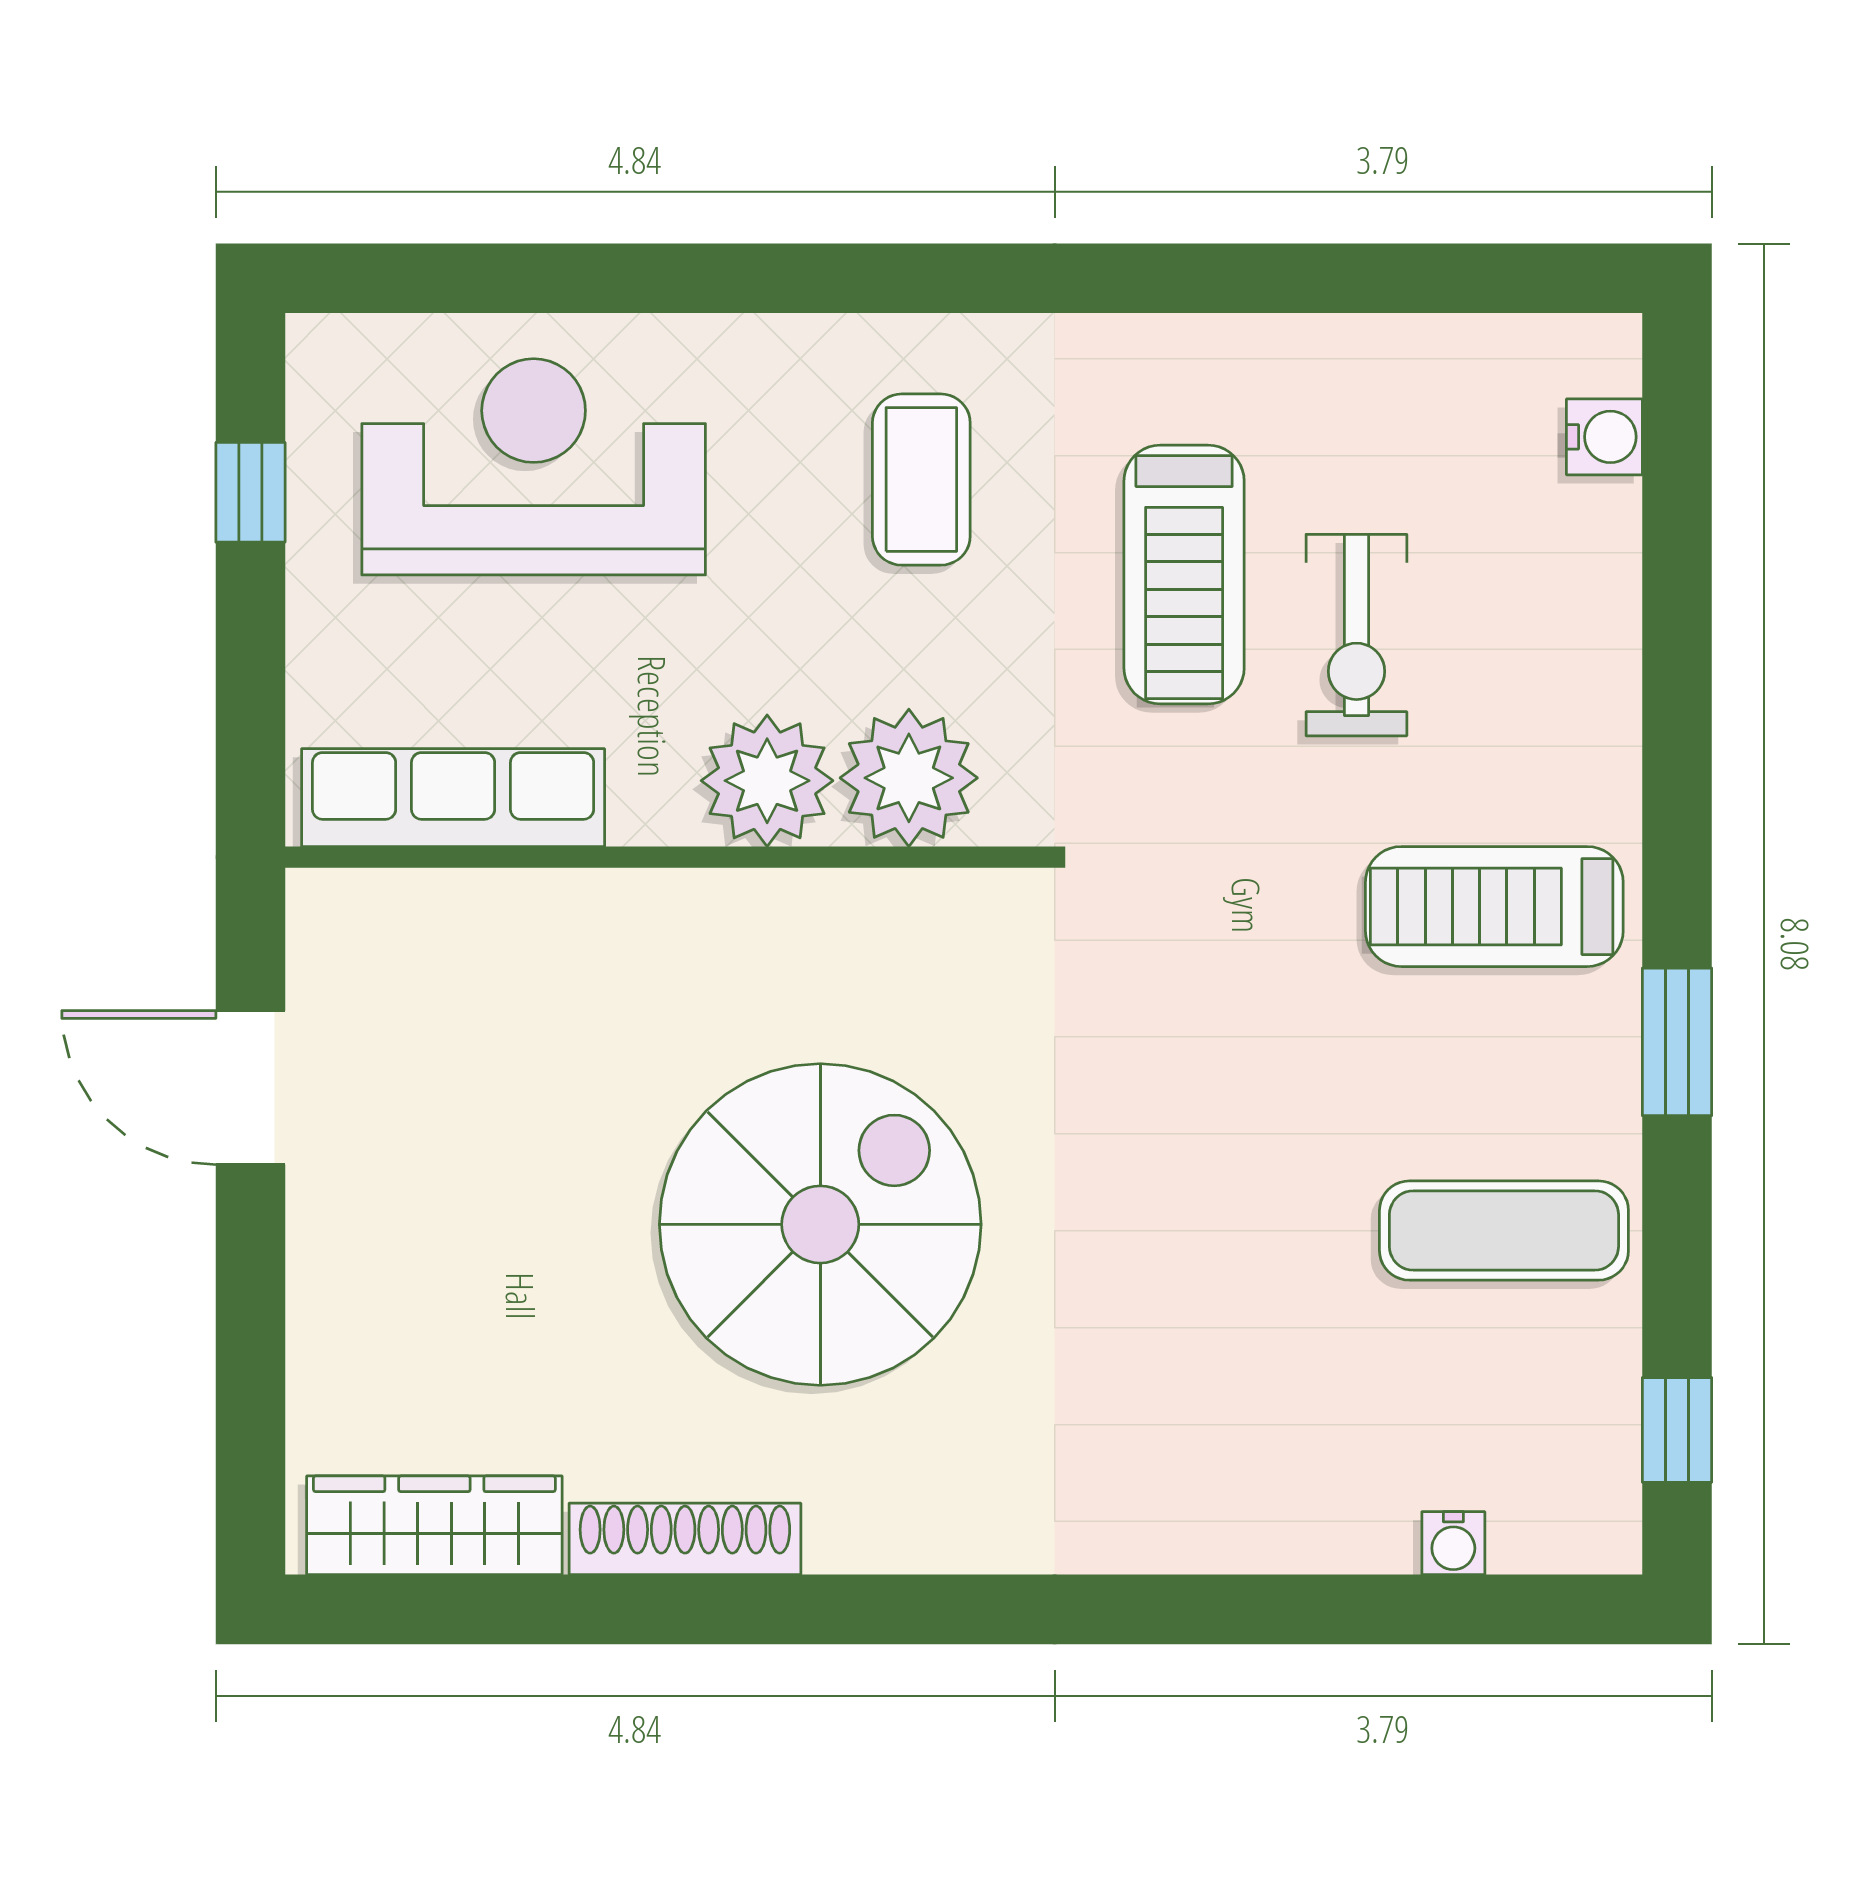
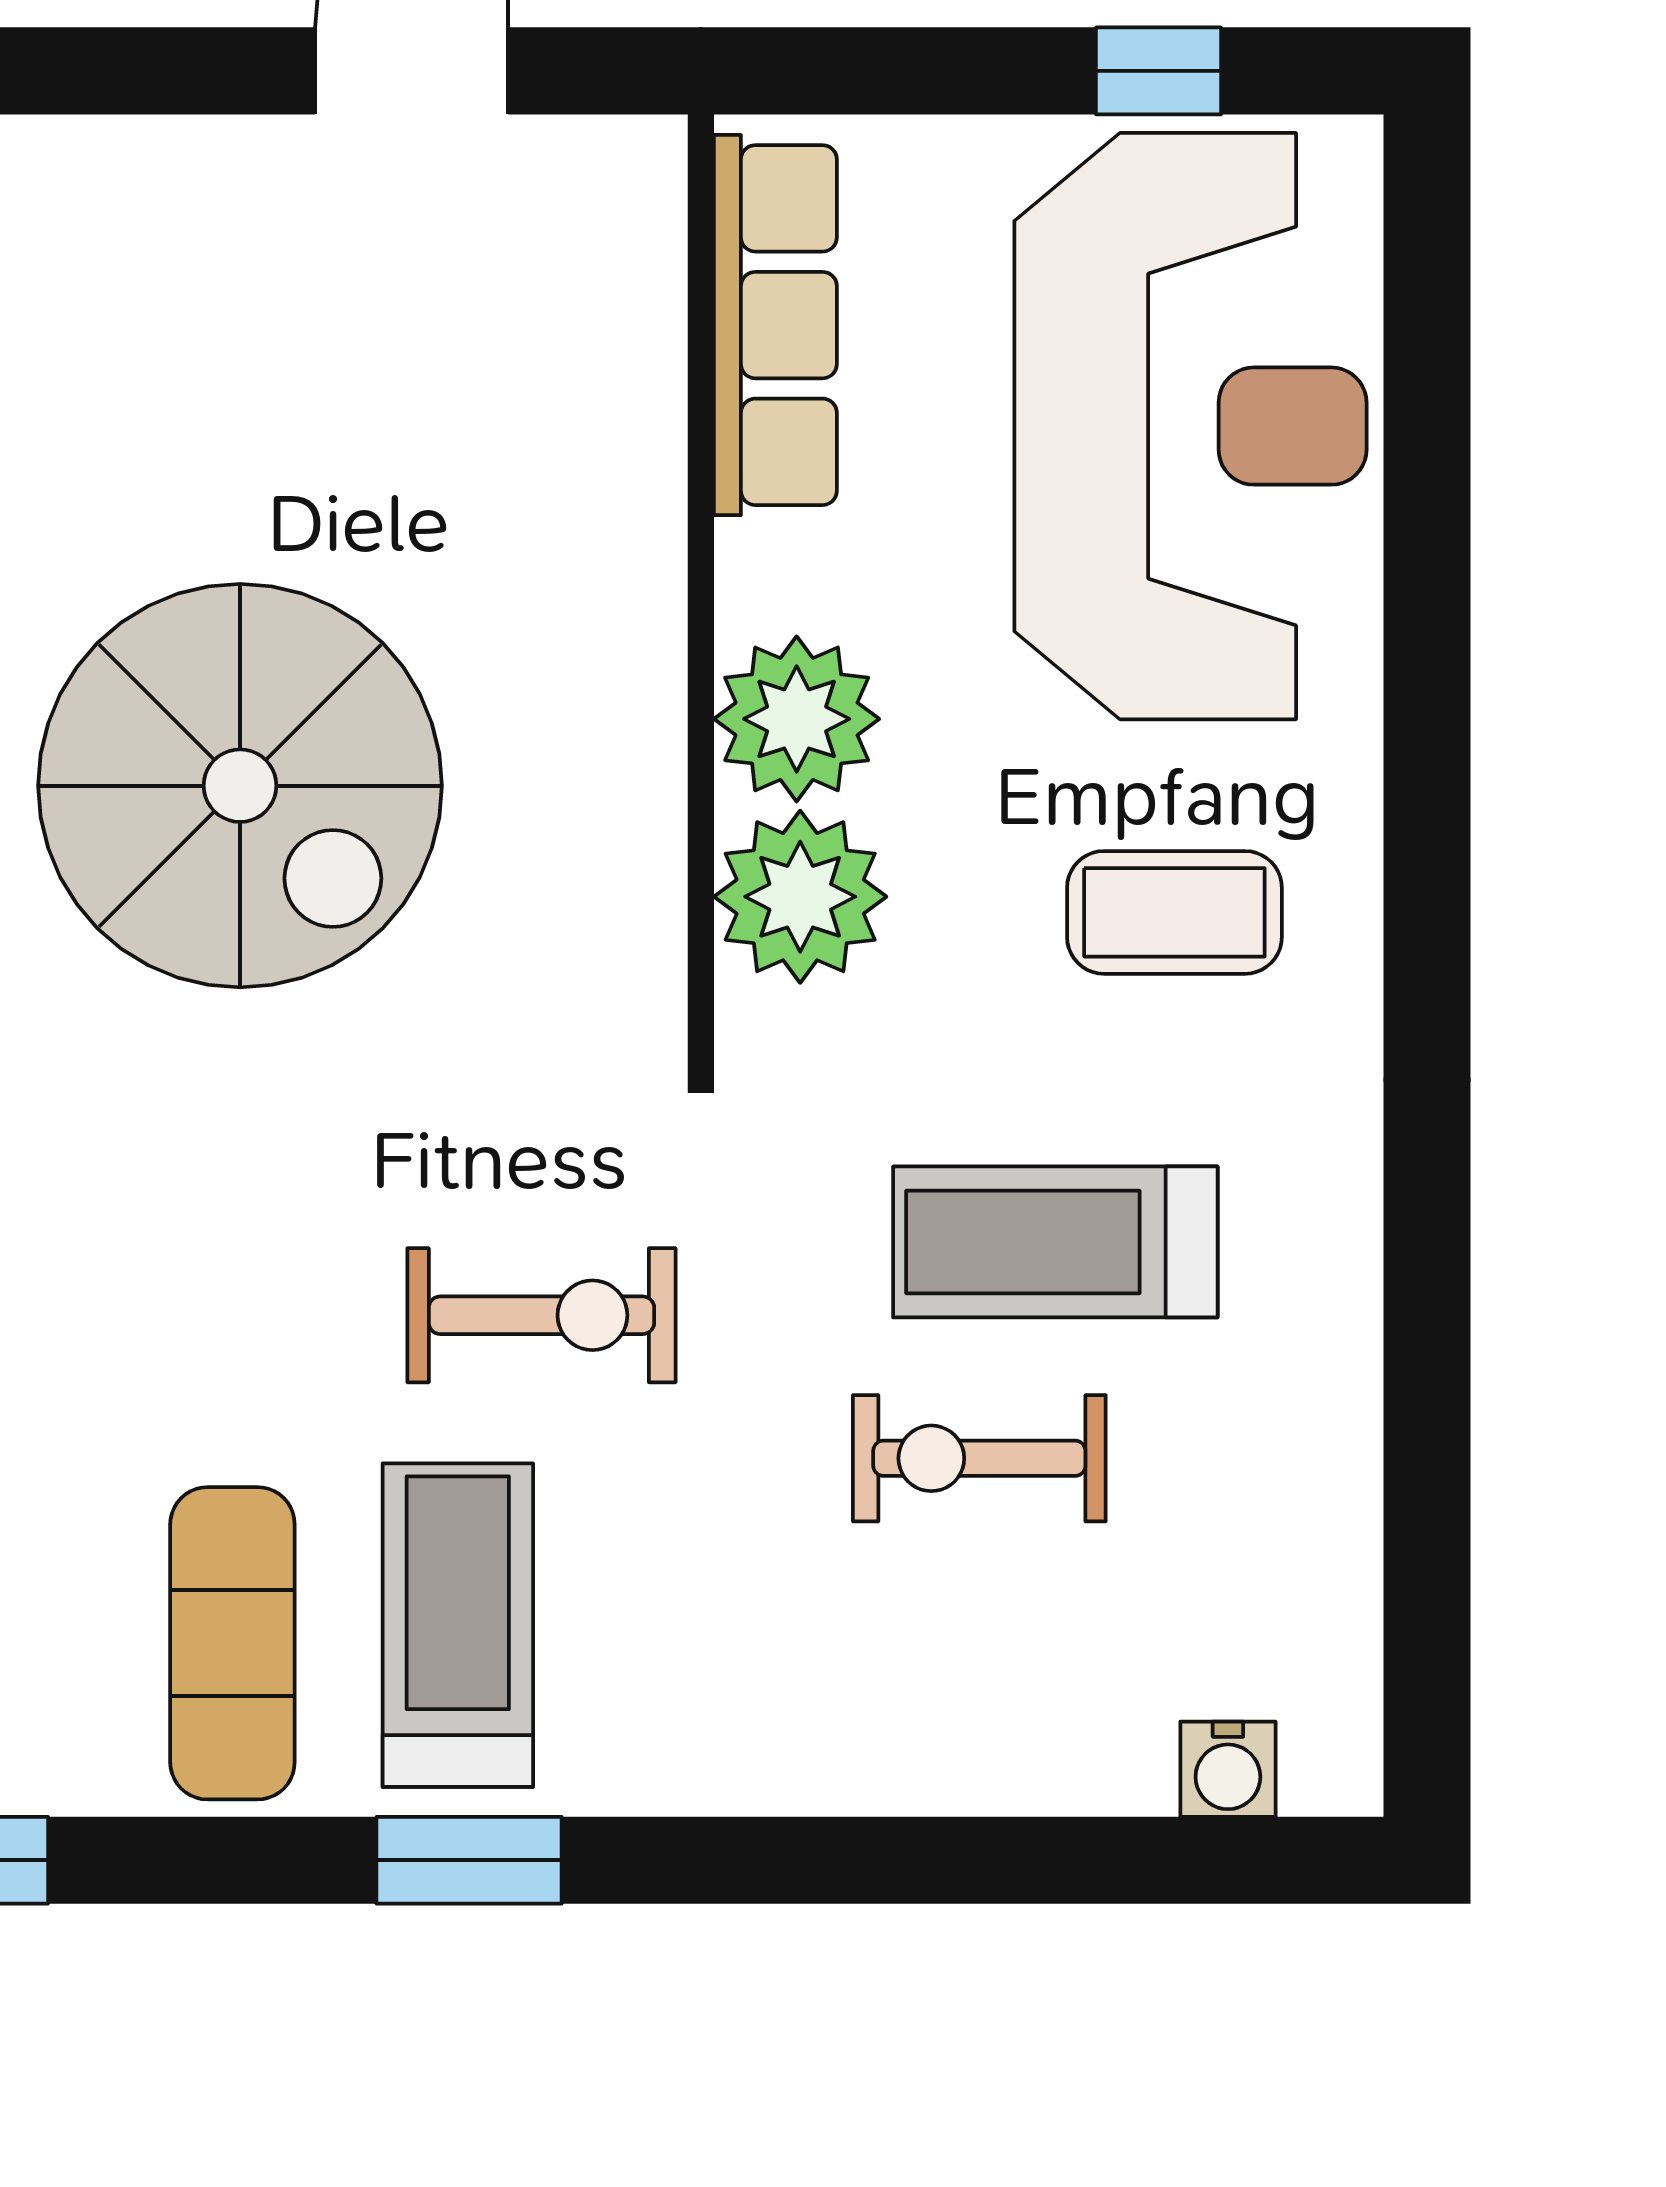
reception desk: (534, 467) -> (1190, 426), width x1.36, depth x1.30
treadmill: (1494, 907) -> (458, 1625), moved
exercise bike: (1242, 984) -> (541, 1315), added

